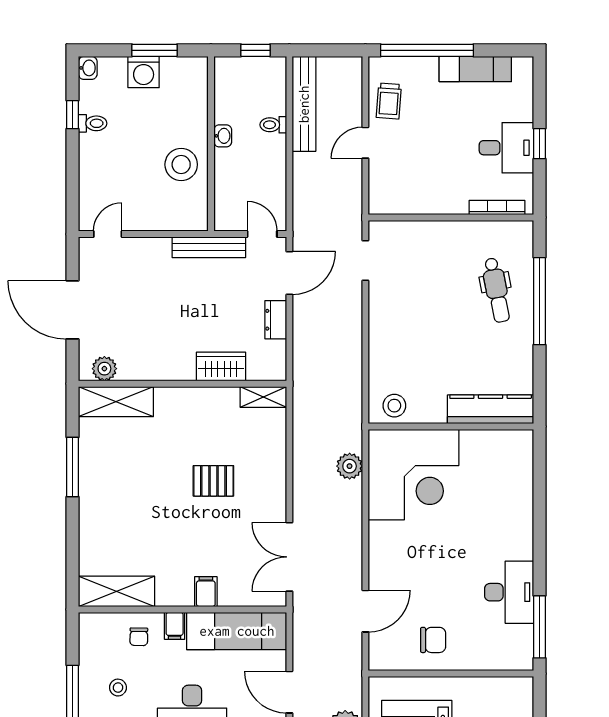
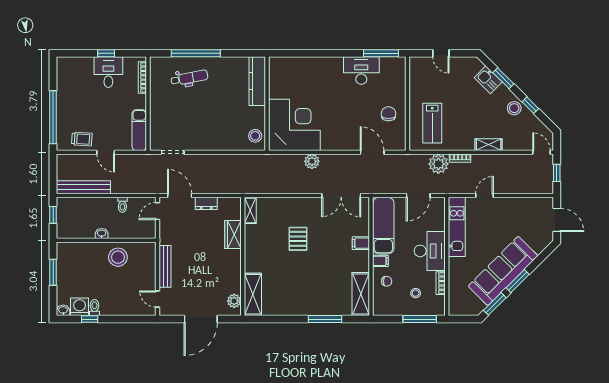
exam couch: (475, 69) -> (139, 130), moved, turned 180
washing machine: (144, 72) -> (80, 307), moved, turned -90
toilet: (273, 125) -> (122, 205), moved
bench: (209, 247) -> (165, 266), moved
plant: (350, 466) -> (312, 161), moved
window: (72, 467) -> (325, 319), moved

